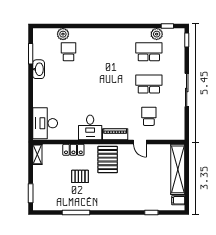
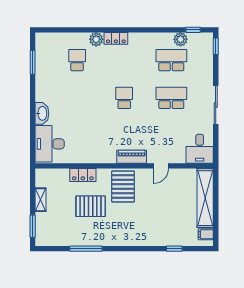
locker: (102, 33) -> (116, 38), added
plant: (63, 34) -> (96, 39), moved
washbasin: (39, 69) -> (42, 113), moved
school desk: (149, 116) -> (124, 98), moved
desk: (90, 127) -> (200, 149), moved
door: (140, 142) -> (161, 166), hinge flipped
shelving: (37, 154) -> (41, 200), moved
pallet: (80, 176) -> (91, 206), width x1.50, depth x1.42

